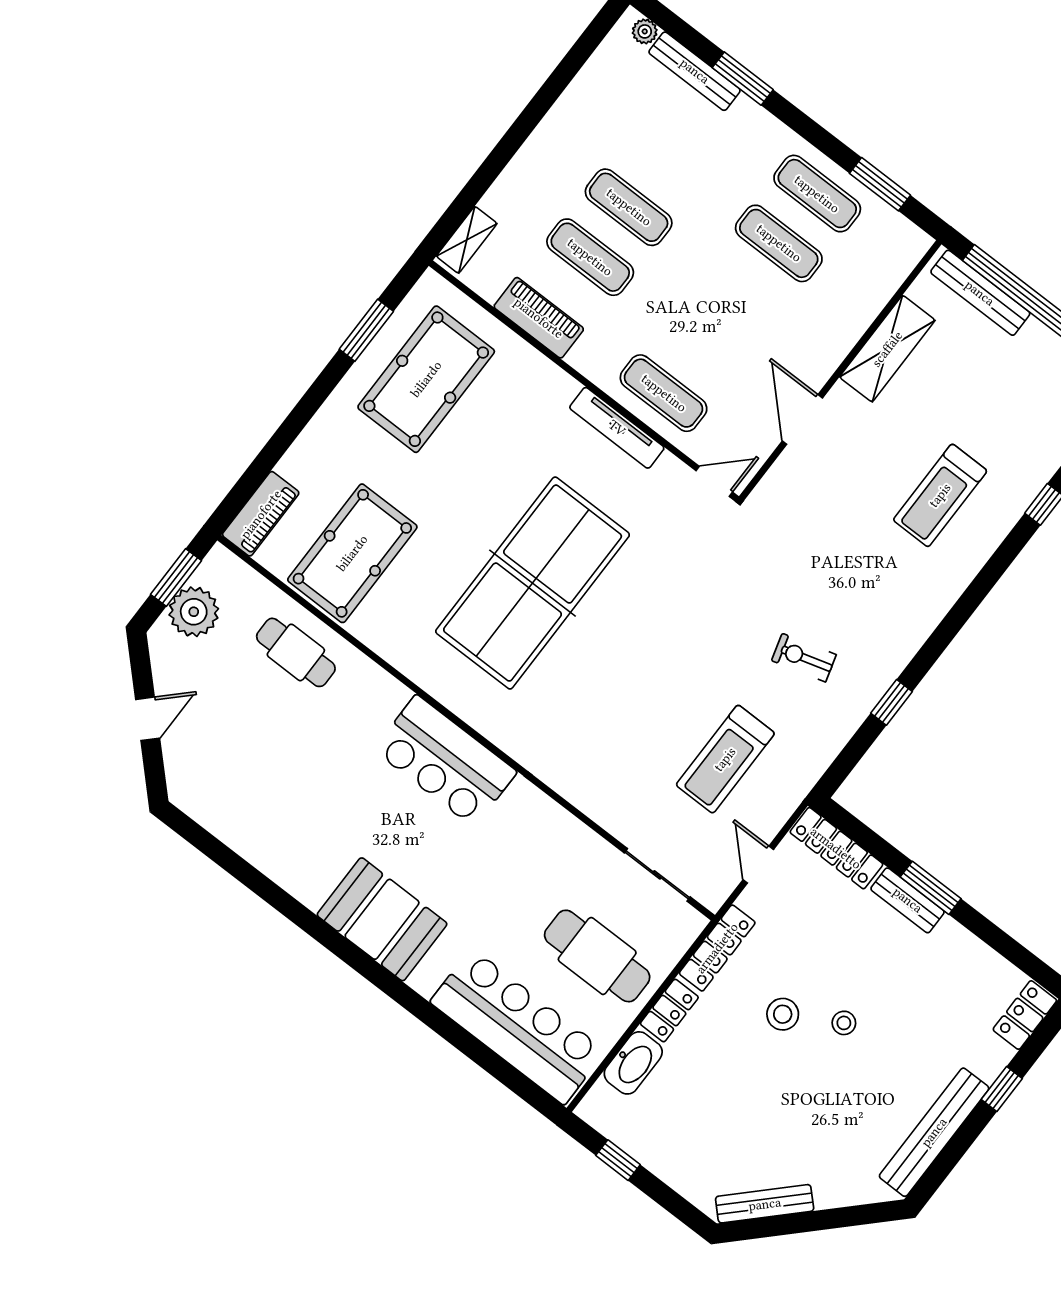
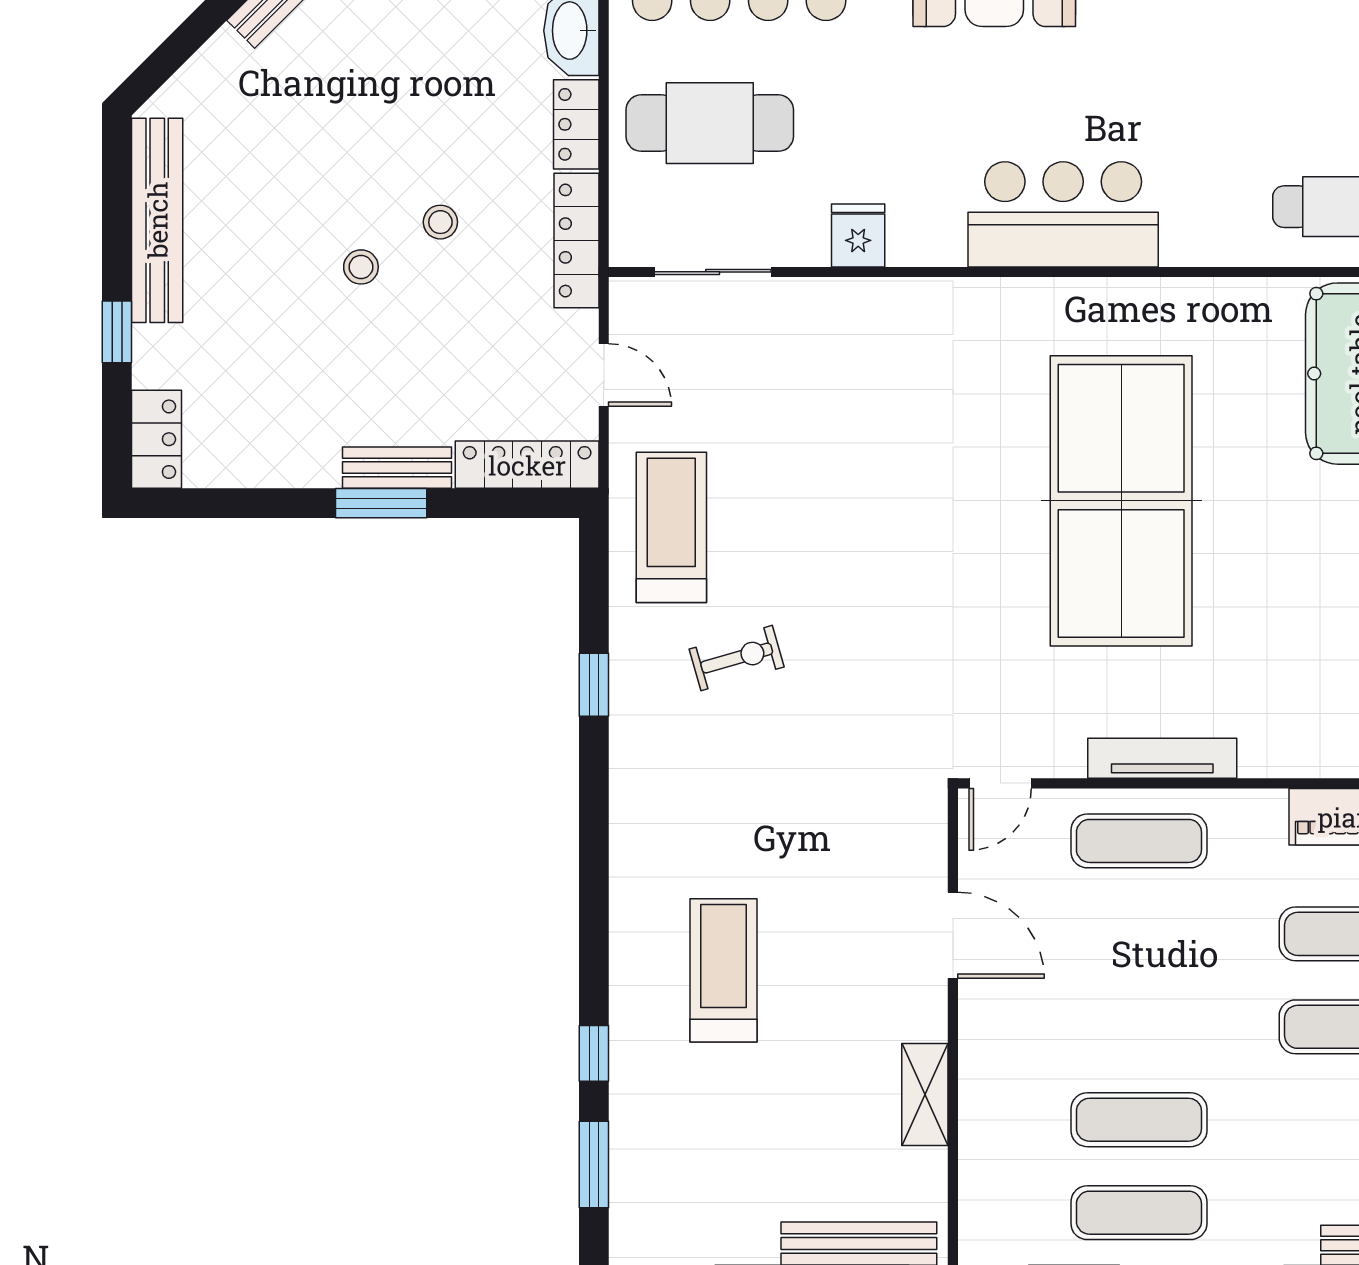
shelving: (887, 349) -> (925, 1094), width x0.67, depth x0.75
treadmill: (725, 759) -> (671, 527), moved
fridge: (564, 834) -> (858, 235), added
stool: (783, 1014) -> (440, 222), width x0.73, depth x0.73

